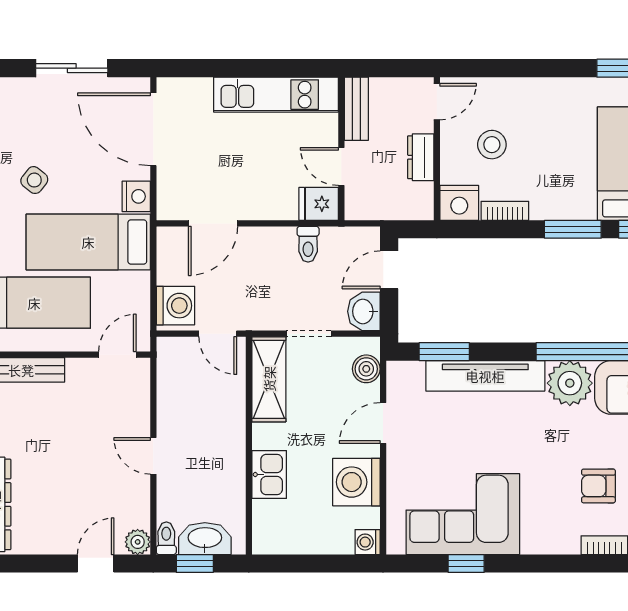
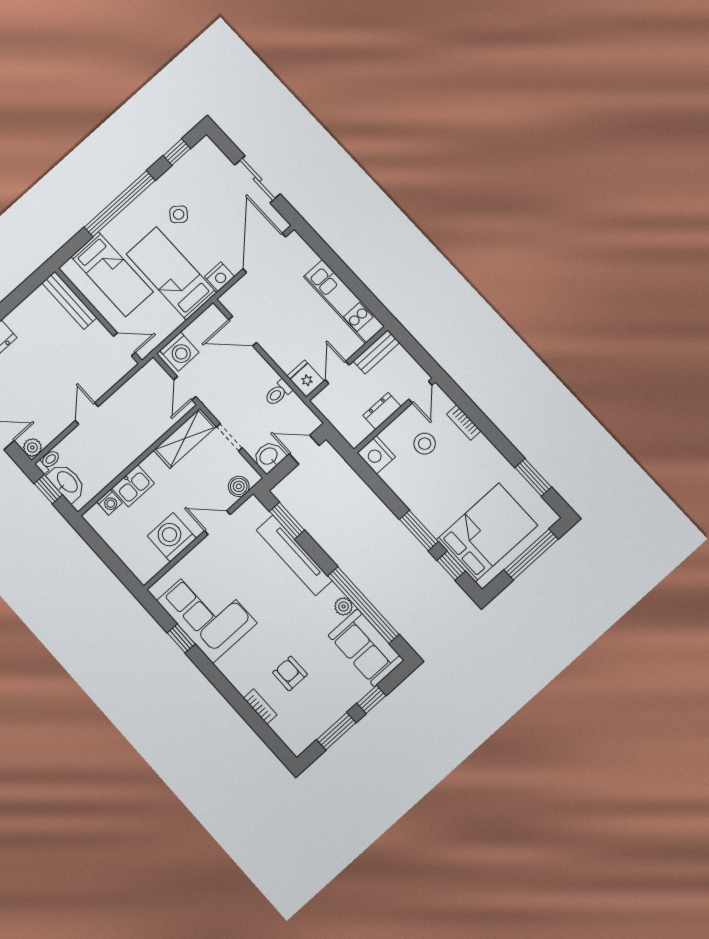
door: (437, 102) -> (420, 392), hinge flipped
bookcase: (505, 211) -> (464, 423), moved, turned 180
plant: (570, 383) -> (344, 606), width x0.53, depth x0.53
washing machine: (368, 542) -> (109, 502), moved, turned 180

